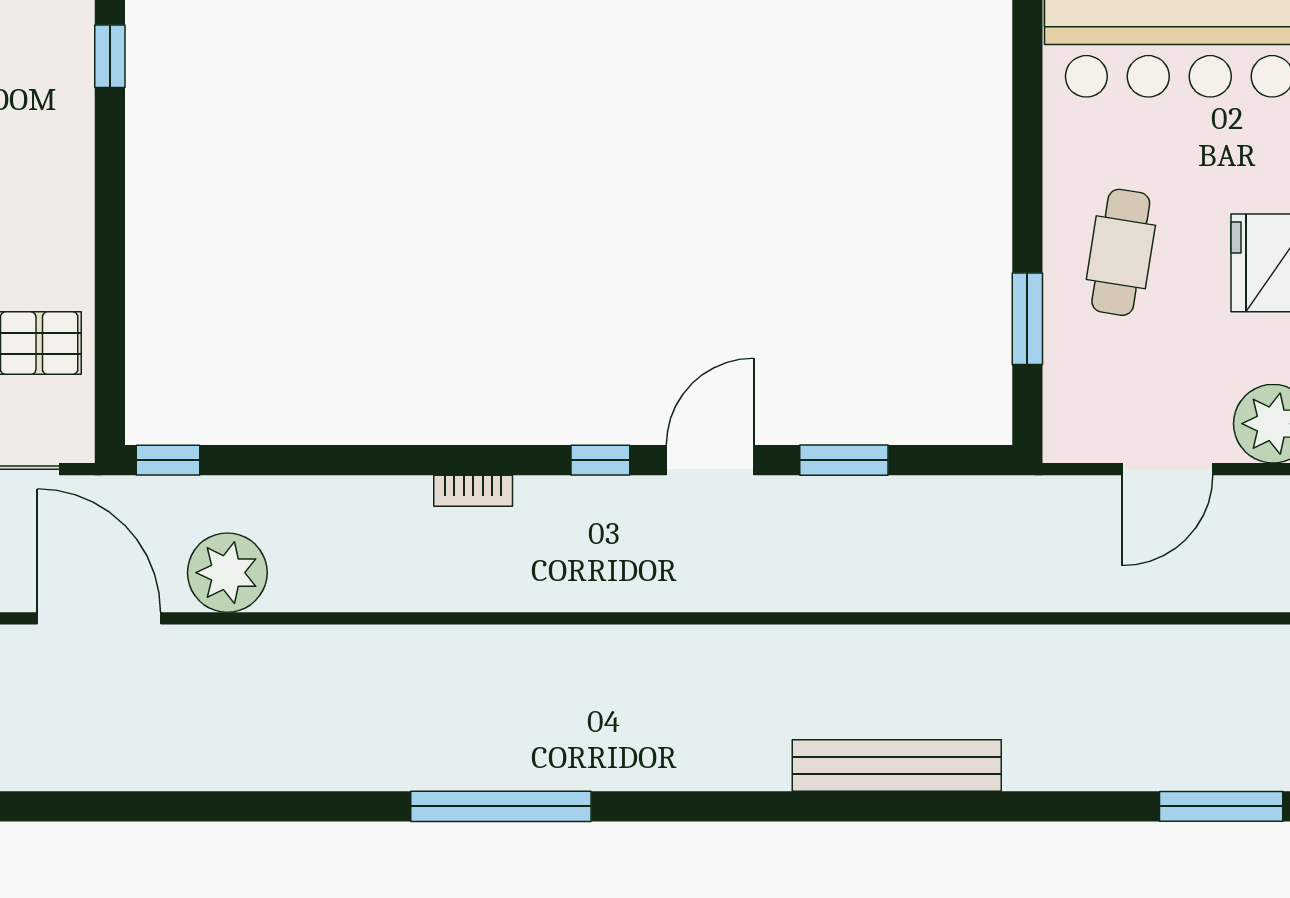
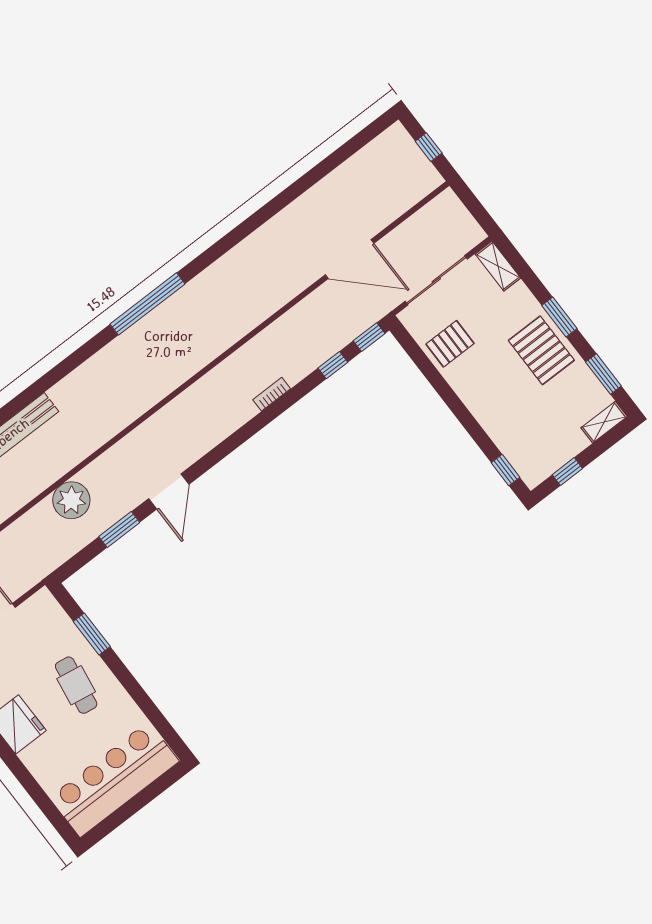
window: (600, 460) -> (333, 365), moved
bookcase: (473, 491) -> (272, 394), moved
plant: (227, 573) -> (71, 500), moved

